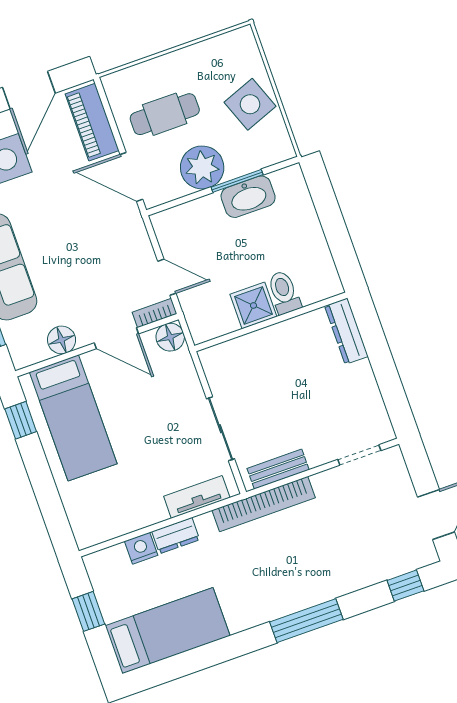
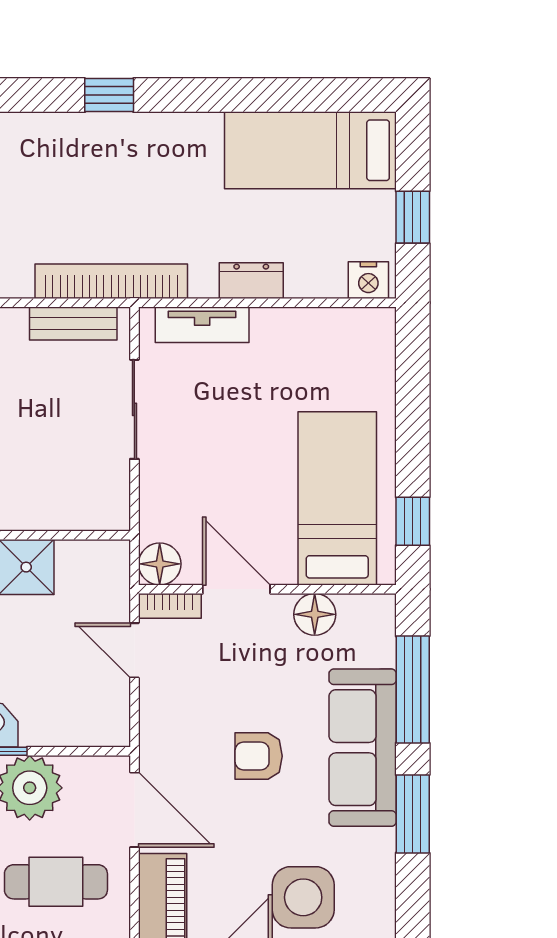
armchair: (65, 238) -> (259, 756), added
nightstand: (141, 548) -> (368, 280), moved
window: (306, 621) -> (109, 95), width x0.46

